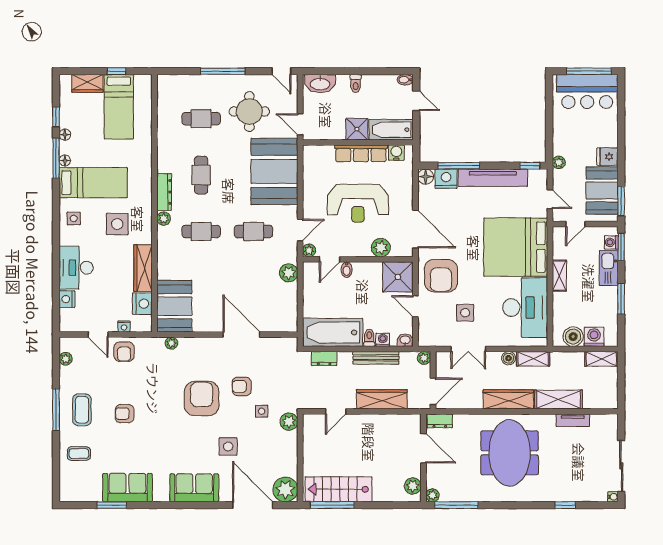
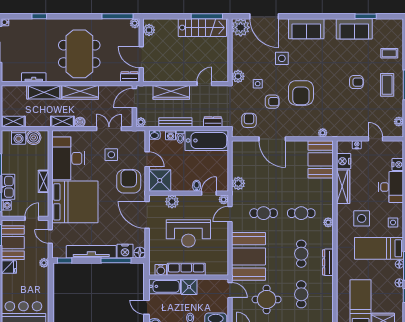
cafe table: (201, 119) -> (301, 294), turned 90
dresser: (164, 192) -> (328, 262), moved
reception desk: (358, 203) -> (188, 233), turned 180
armchair: (124, 352) -> (249, 120), moved

